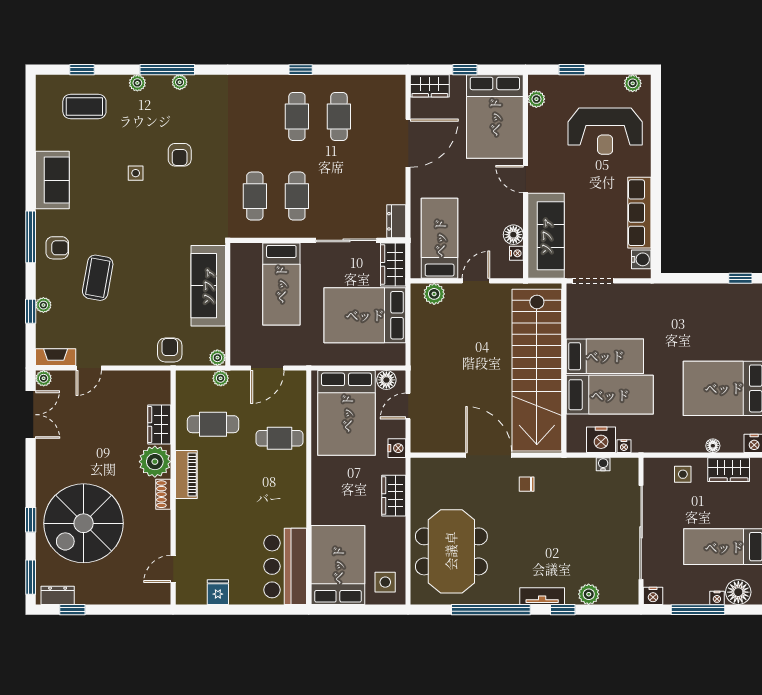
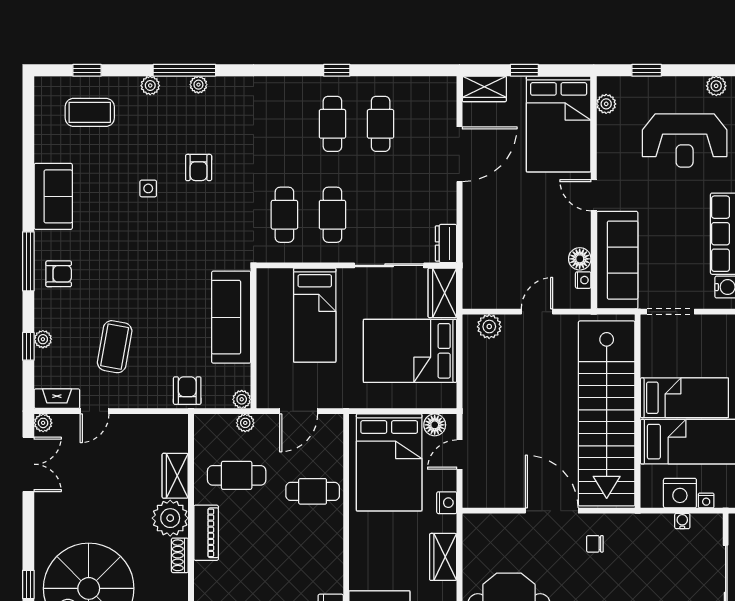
bed: (440, 238) -> (495, 263), removed
coffee table: (98, 278) -> (115, 347), moved

